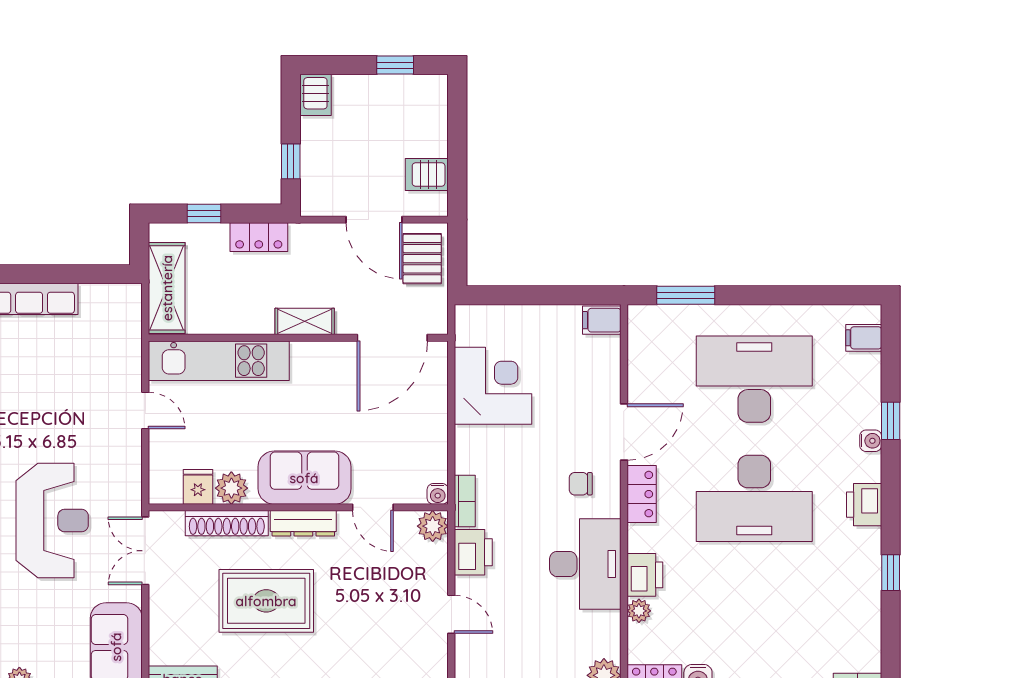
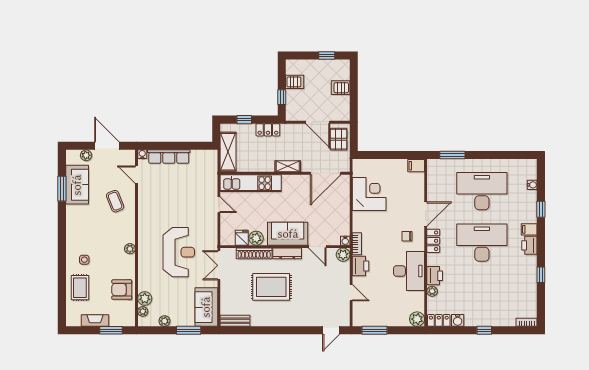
server rack: (315, 95) -> (295, 82), moved, turned -90
server rack: (427, 174) -> (341, 88), moved
filing cabinet: (864, 338) -> (529, 229), moved
water cooler: (871, 441) -> (532, 185), moved
desk: (754, 498) -> (482, 243), turned 180

